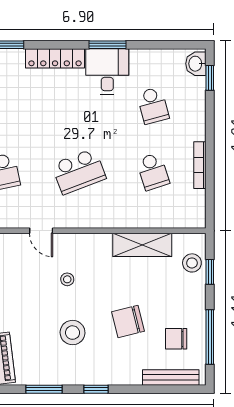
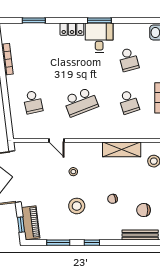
locker: (55, 58) -> (72, 29), width x0.66
chair: (128, 321) -> (113, 199), width x0.54, depth x0.54

